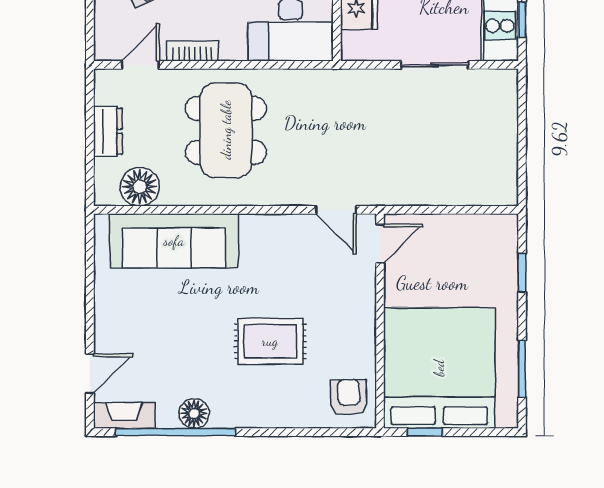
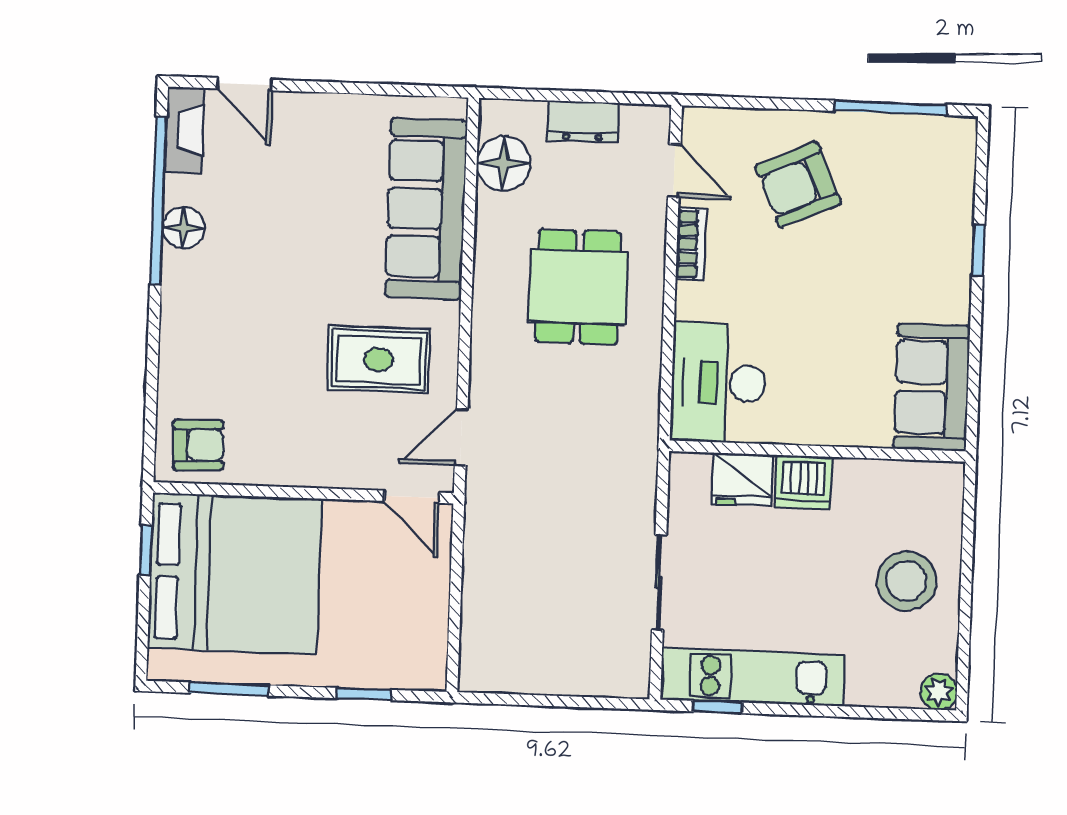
dining table: (226, 130) -> (578, 287), width x0.73
rug: (270, 341) -> (379, 359), moved, turned 90

